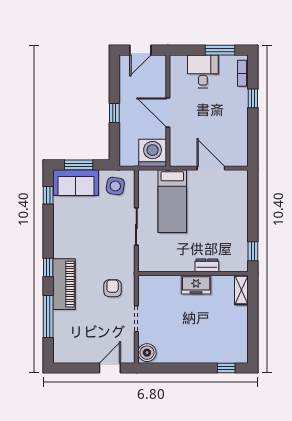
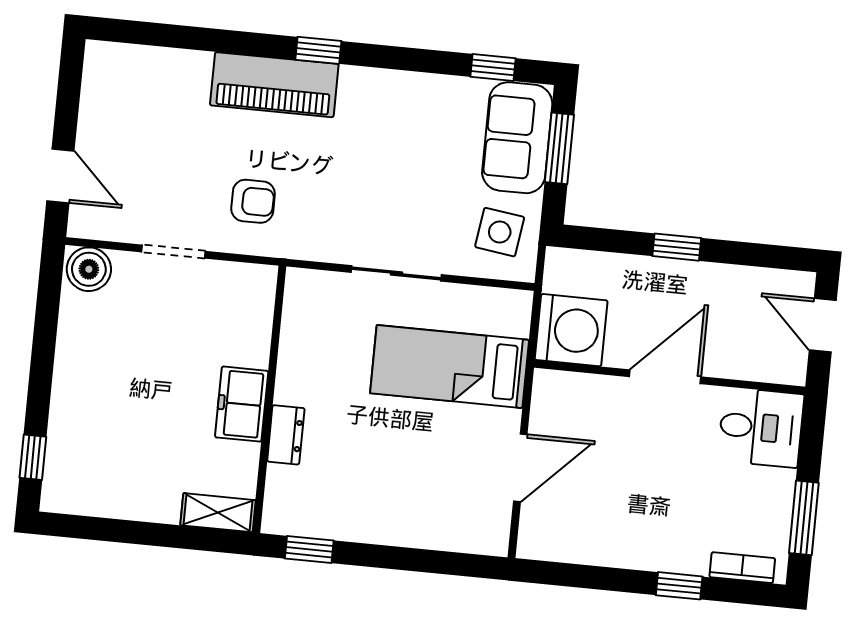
desk: (203, 71) -> (761, 427), moved
window: (48, 317) -> (200, 39), removed

